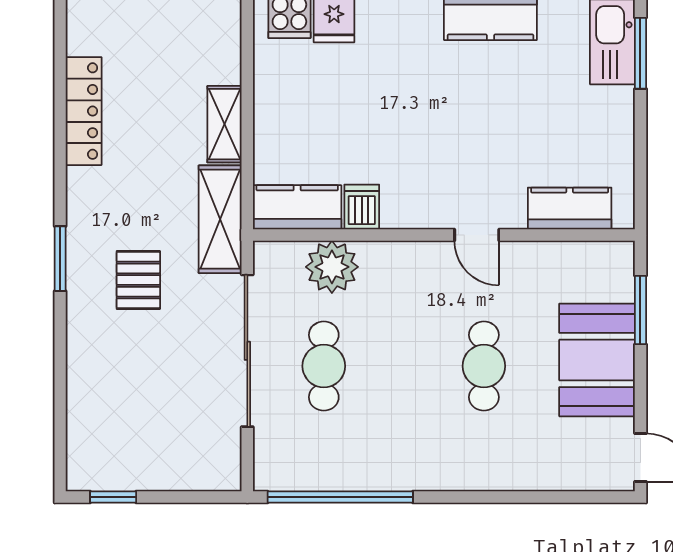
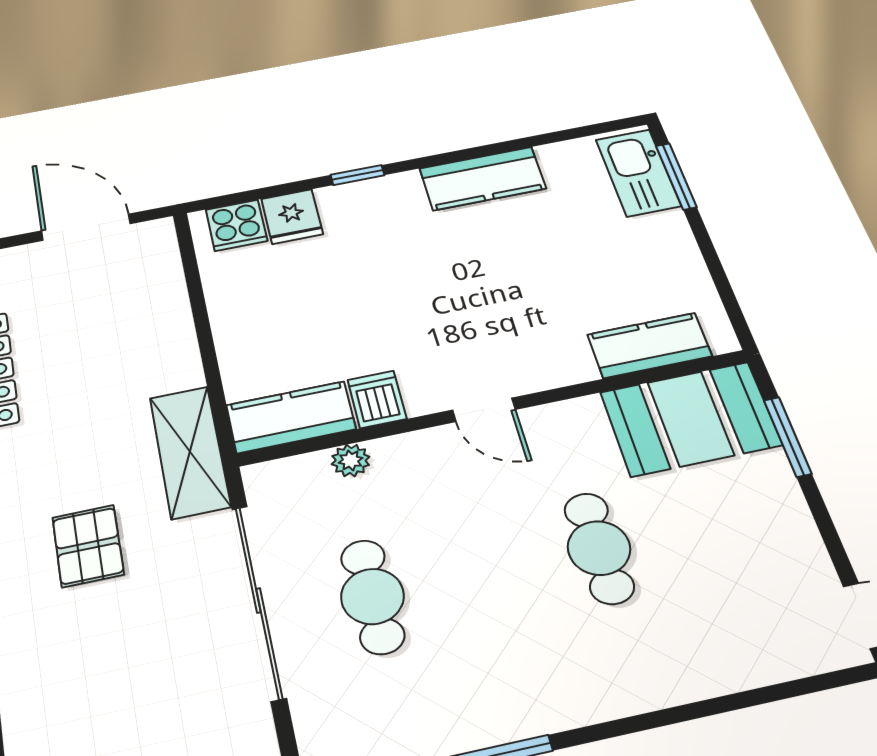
shelving: (224, 124) -> (176, 348), removed
door: (477, 235) -> (484, 410), moved
plant: (332, 267) -> (351, 460), width x0.53, depth x0.53
booth: (597, 360) -> (691, 419), moved, turned 90

